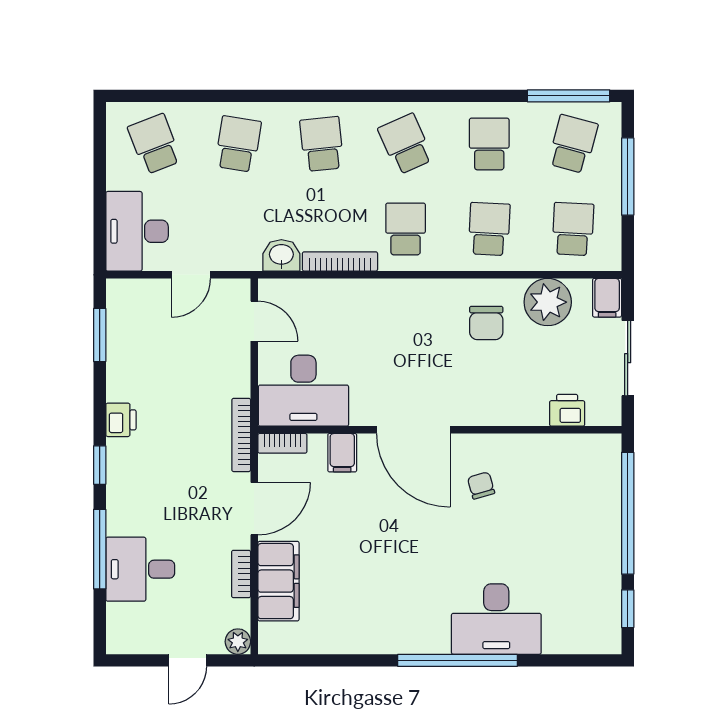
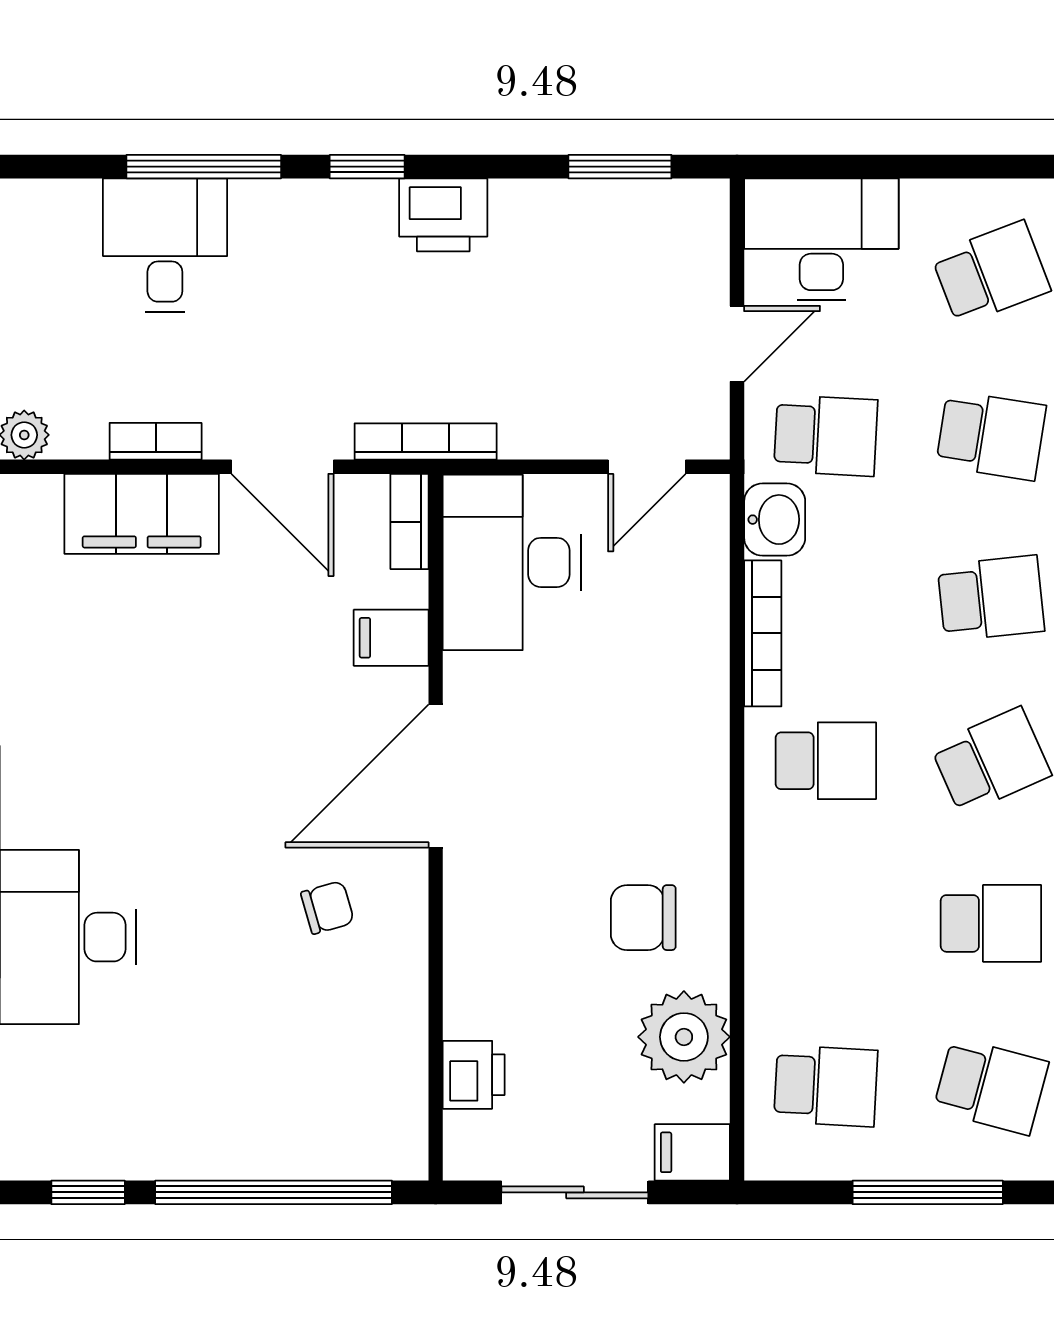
school desk: (489, 229) -> (826, 436), moved
door: (191, 275) -> (737, 344), swing flipped
printer: (121, 420) -> (443, 215), width x1.36, depth x1.24

